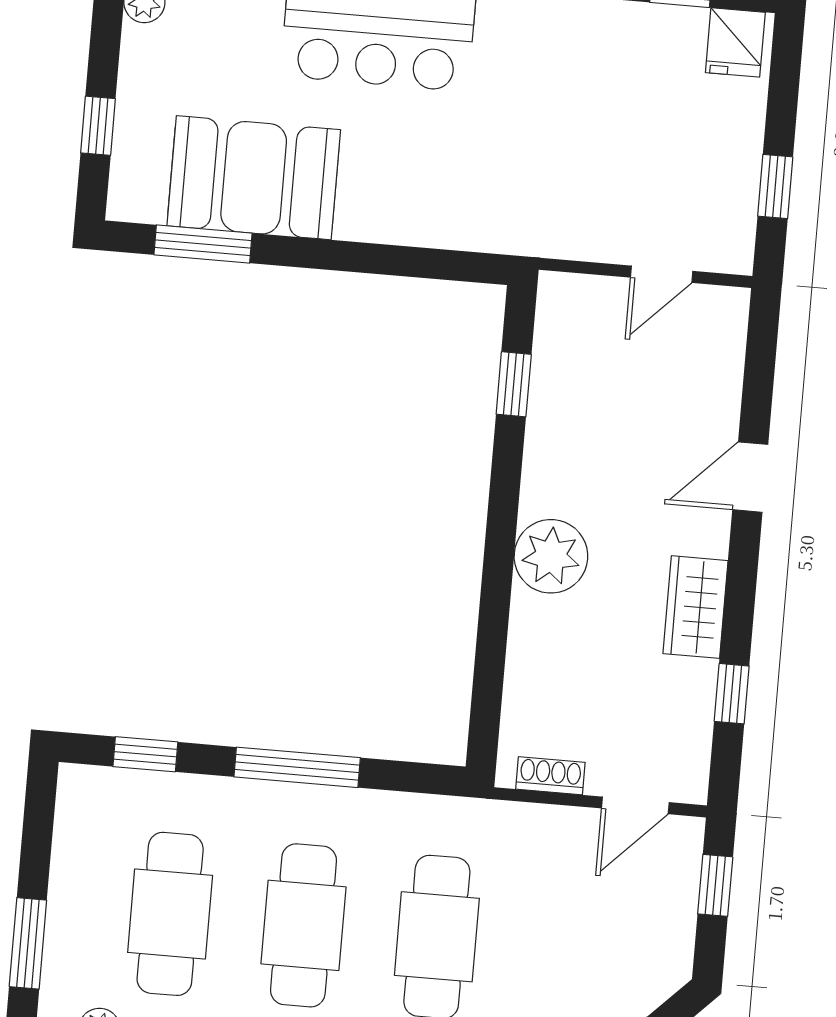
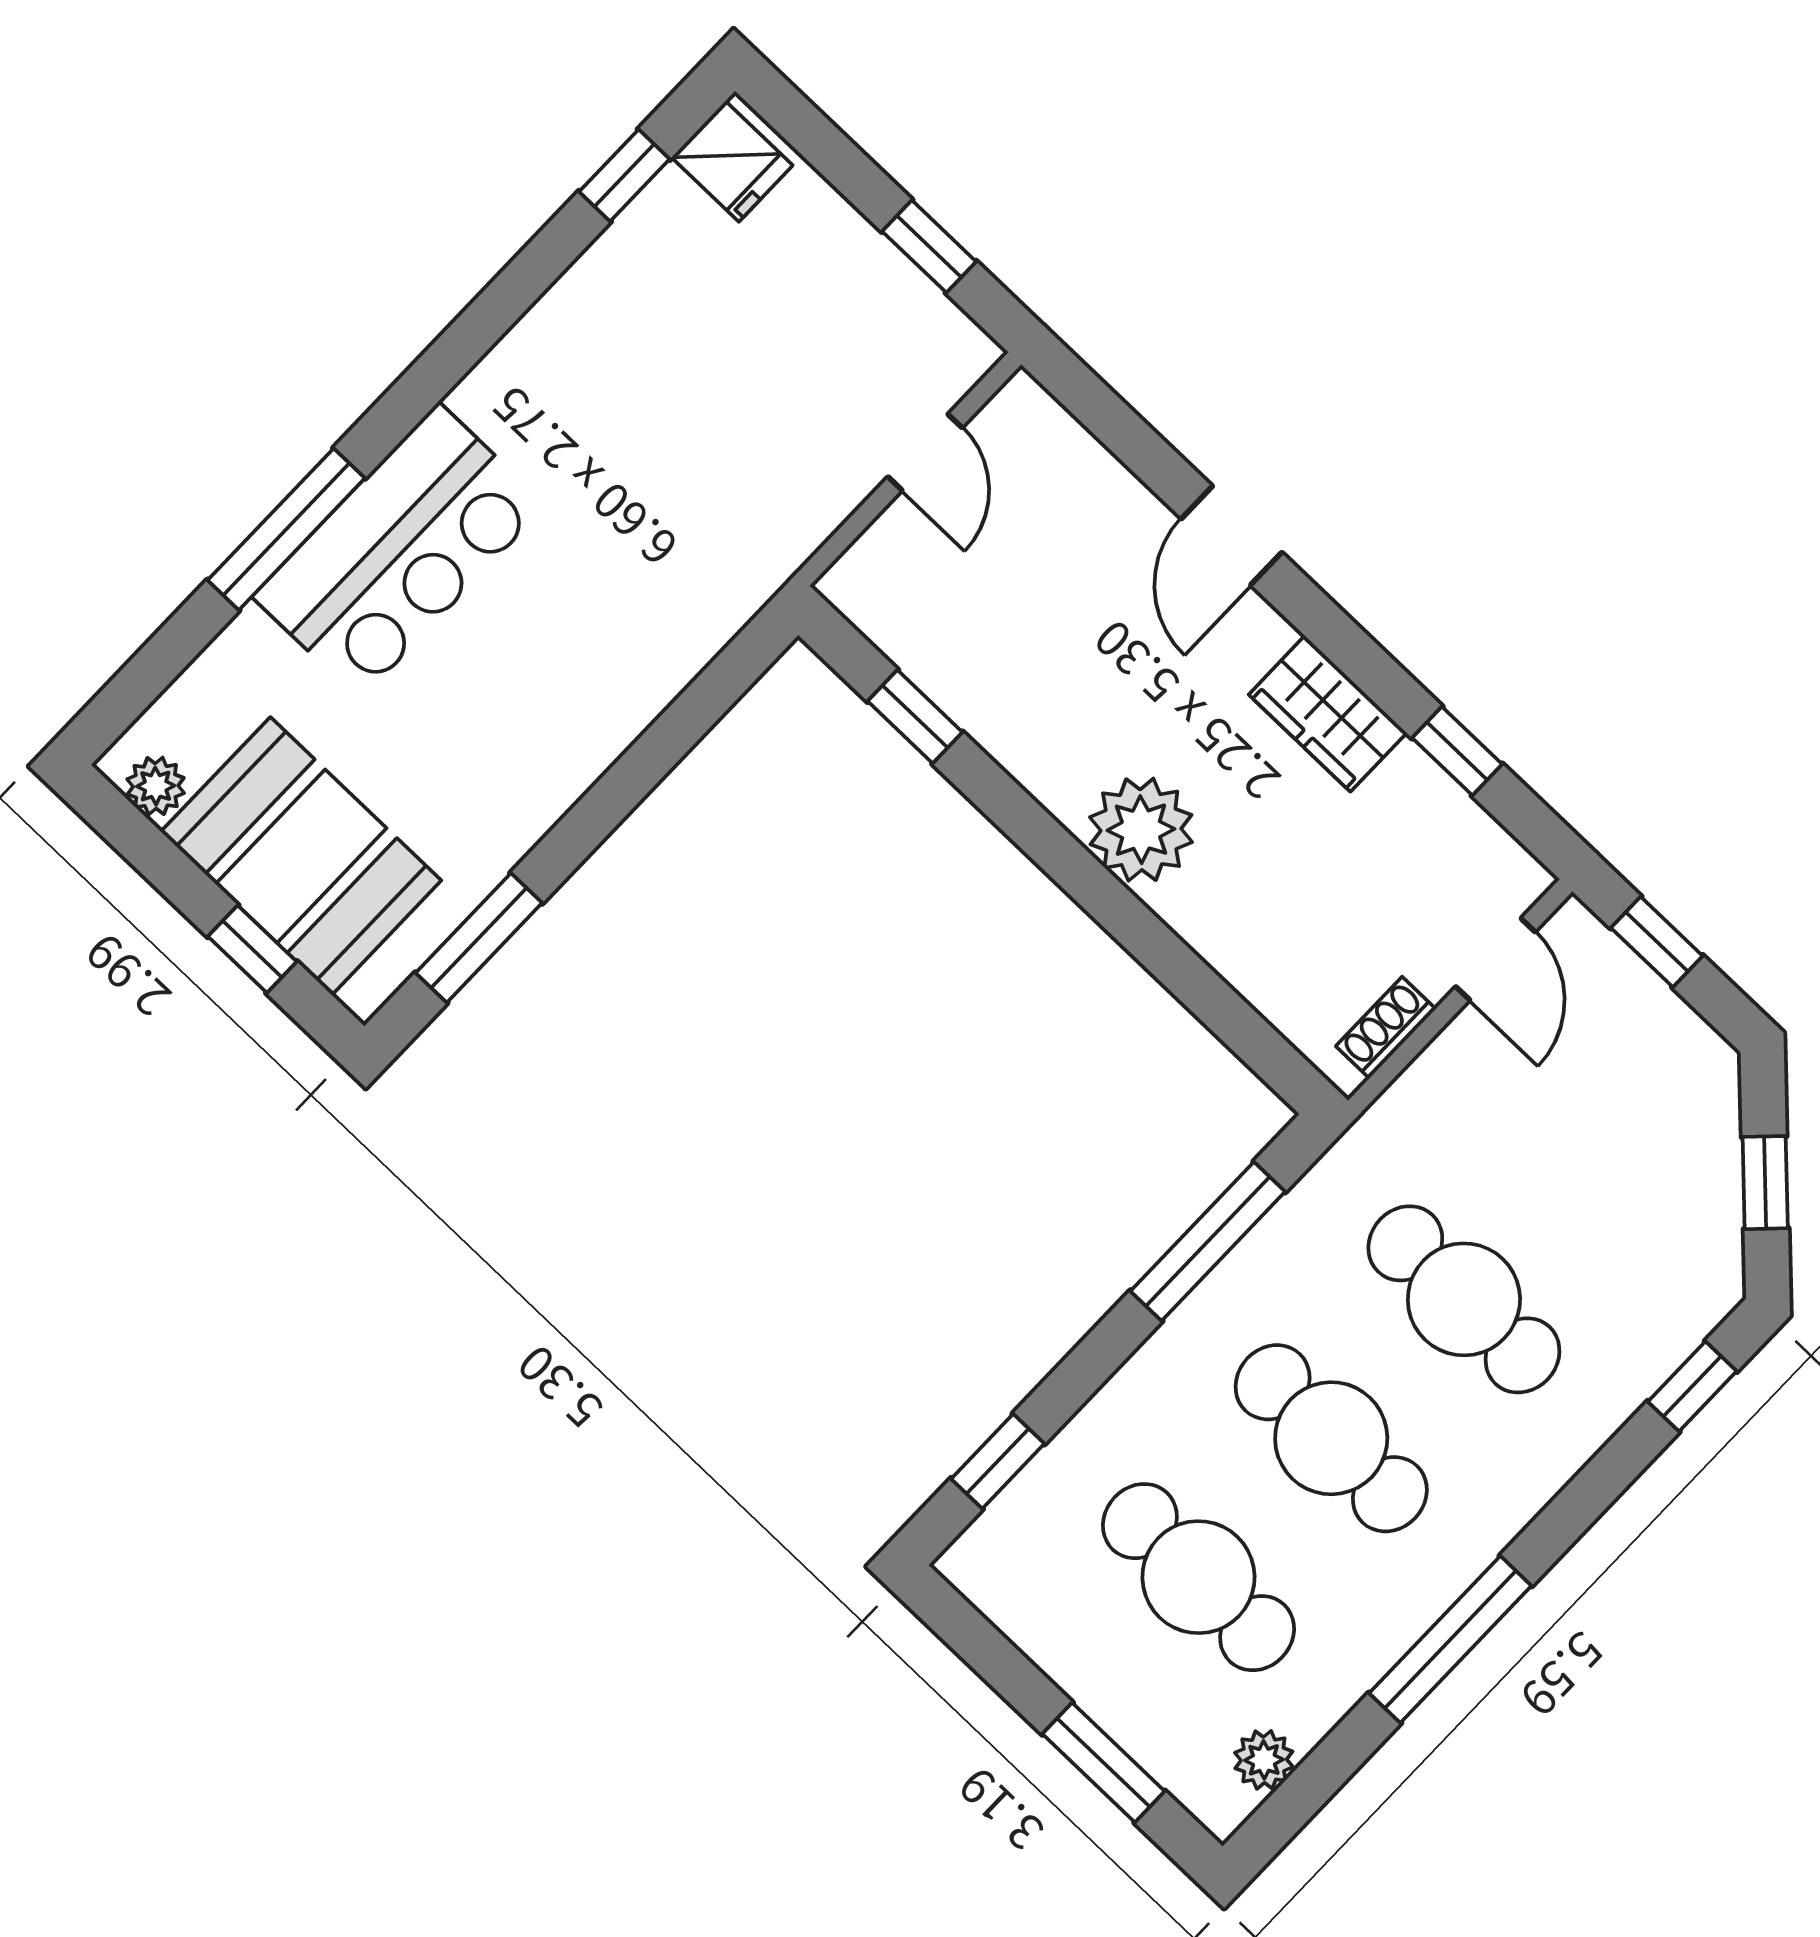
booth: (254, 178) -> (301, 856), moved, turned 90
window: (297, 767) -> (1208, 1241), moved

